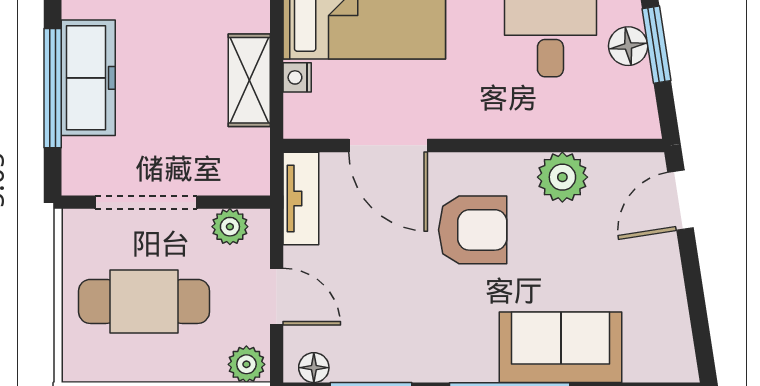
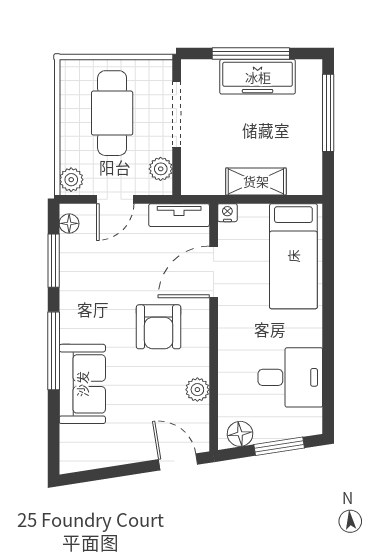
floor lamp: (628, 46) -> (240, 434), moved
nightstand: (297, 77) -> (227, 213), moved
plant: (562, 177) -> (197, 390), width x0.73, depth x0.73

